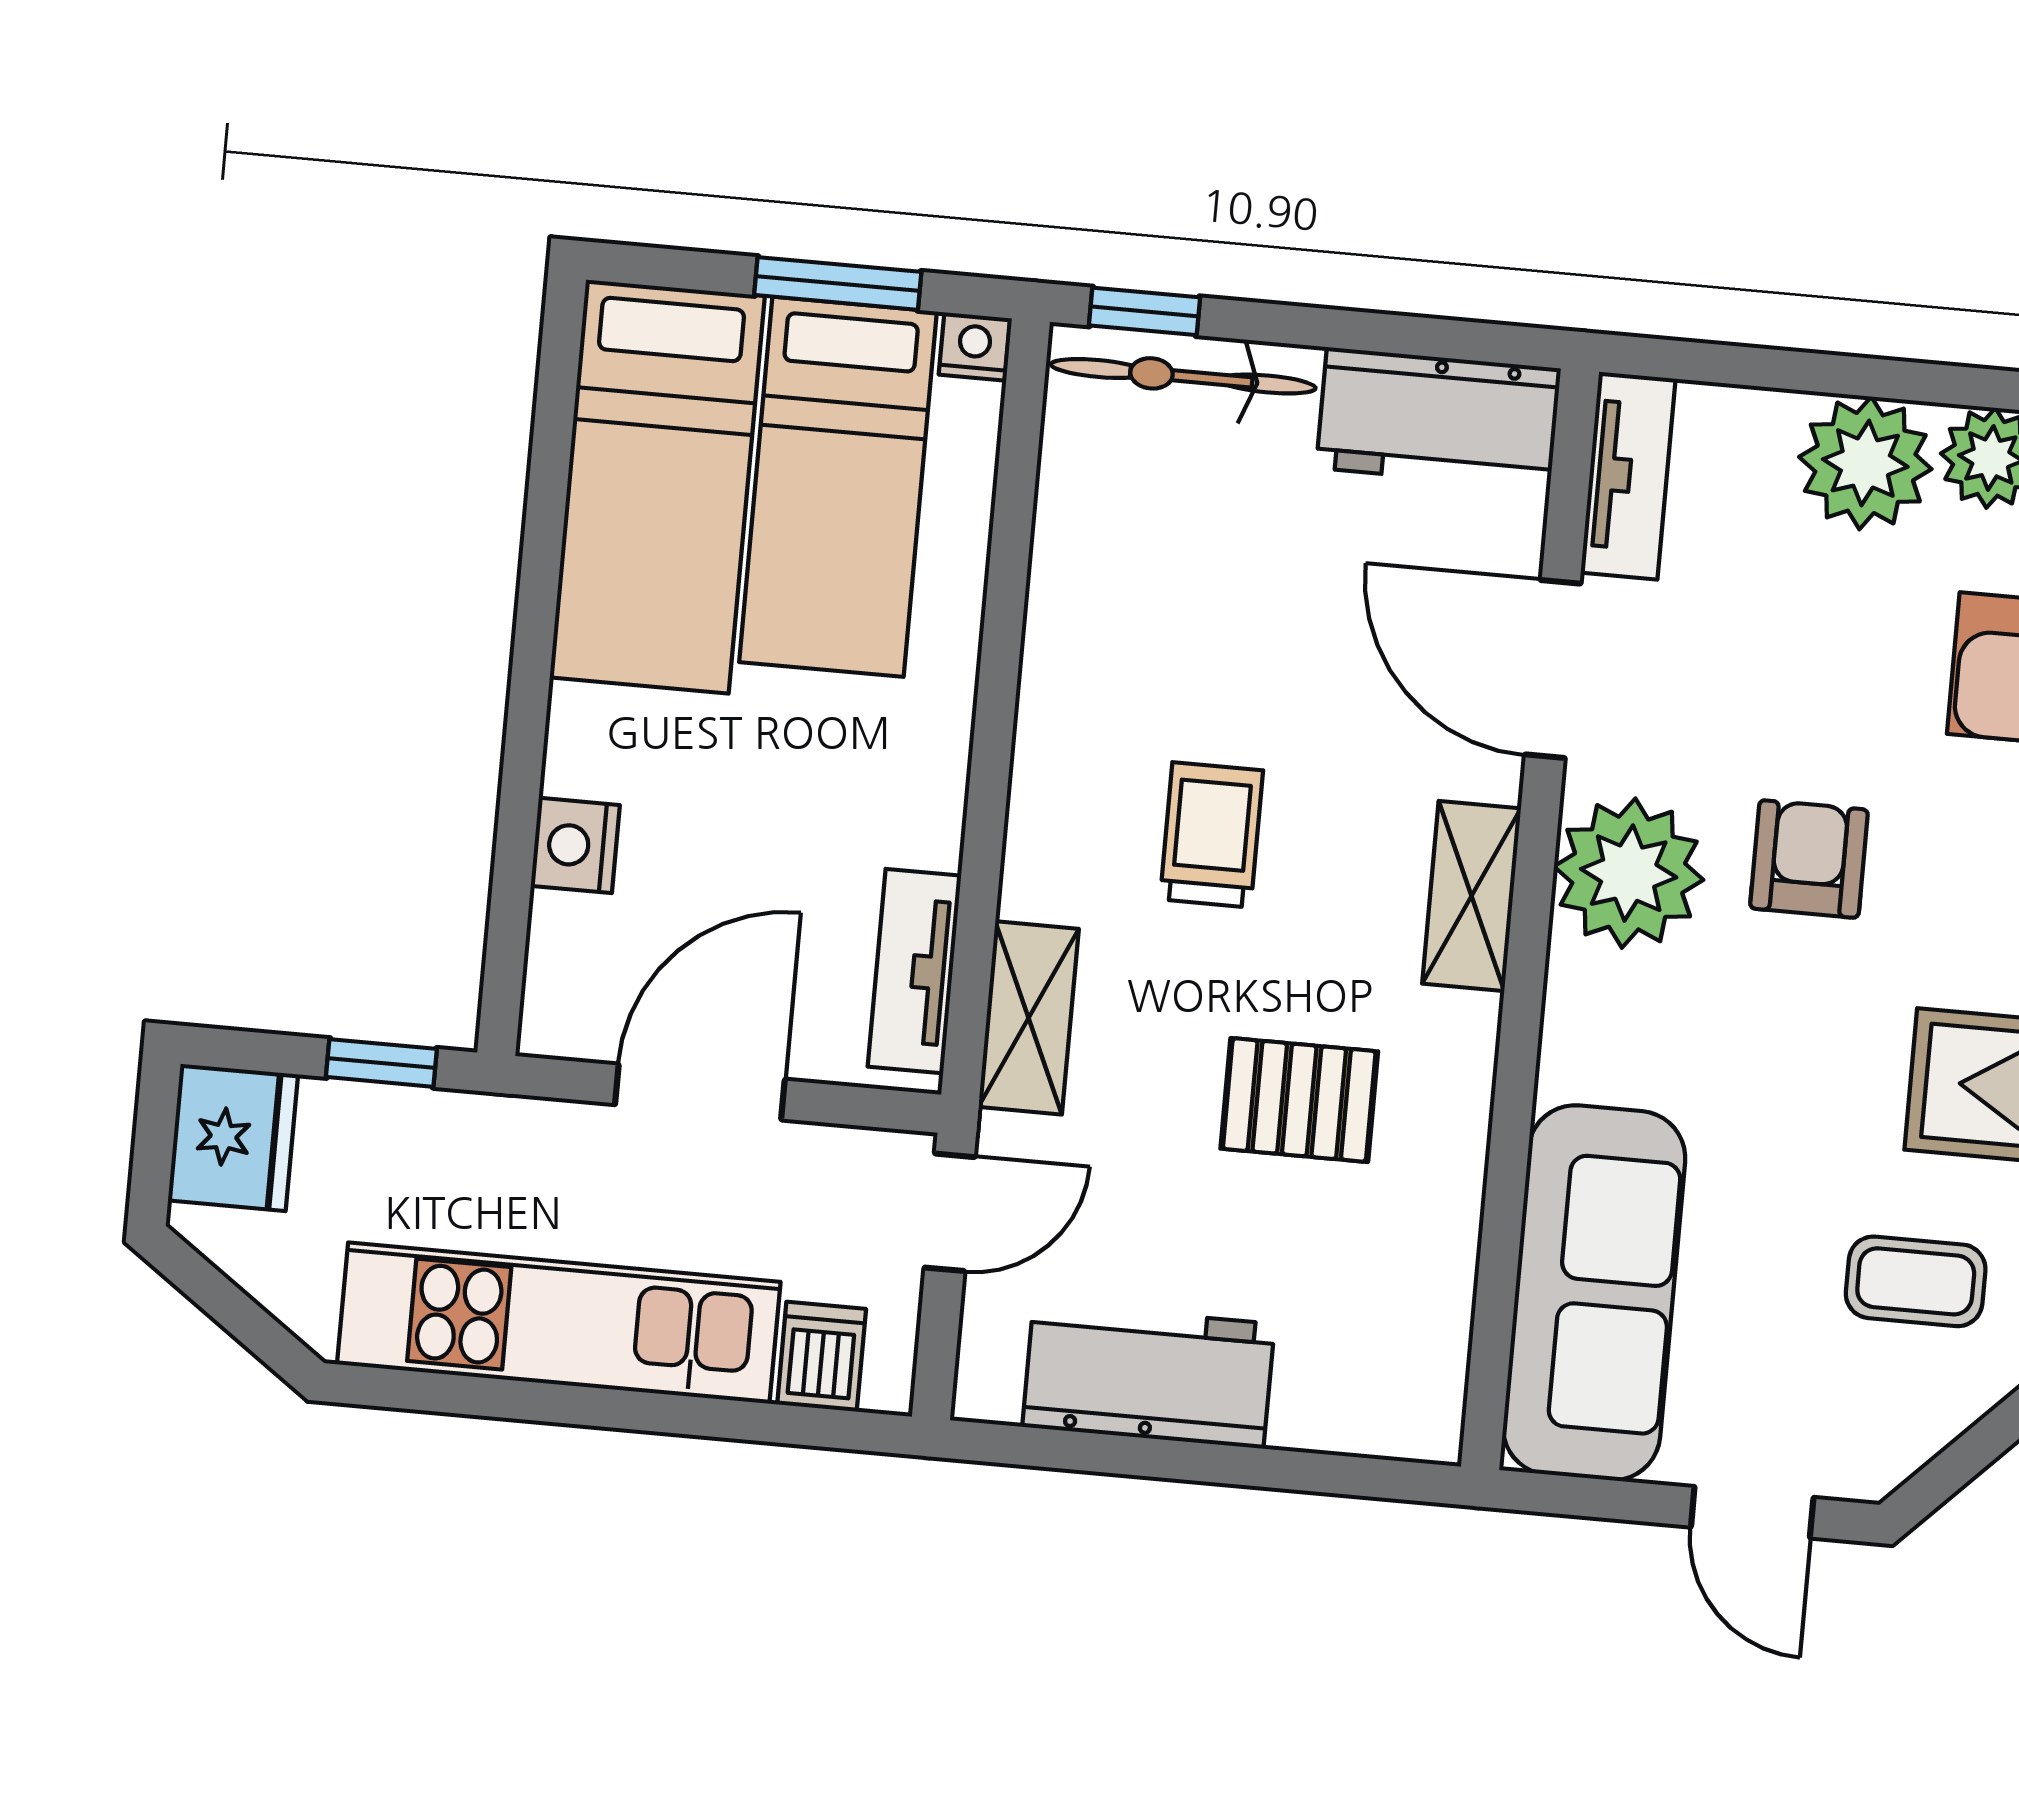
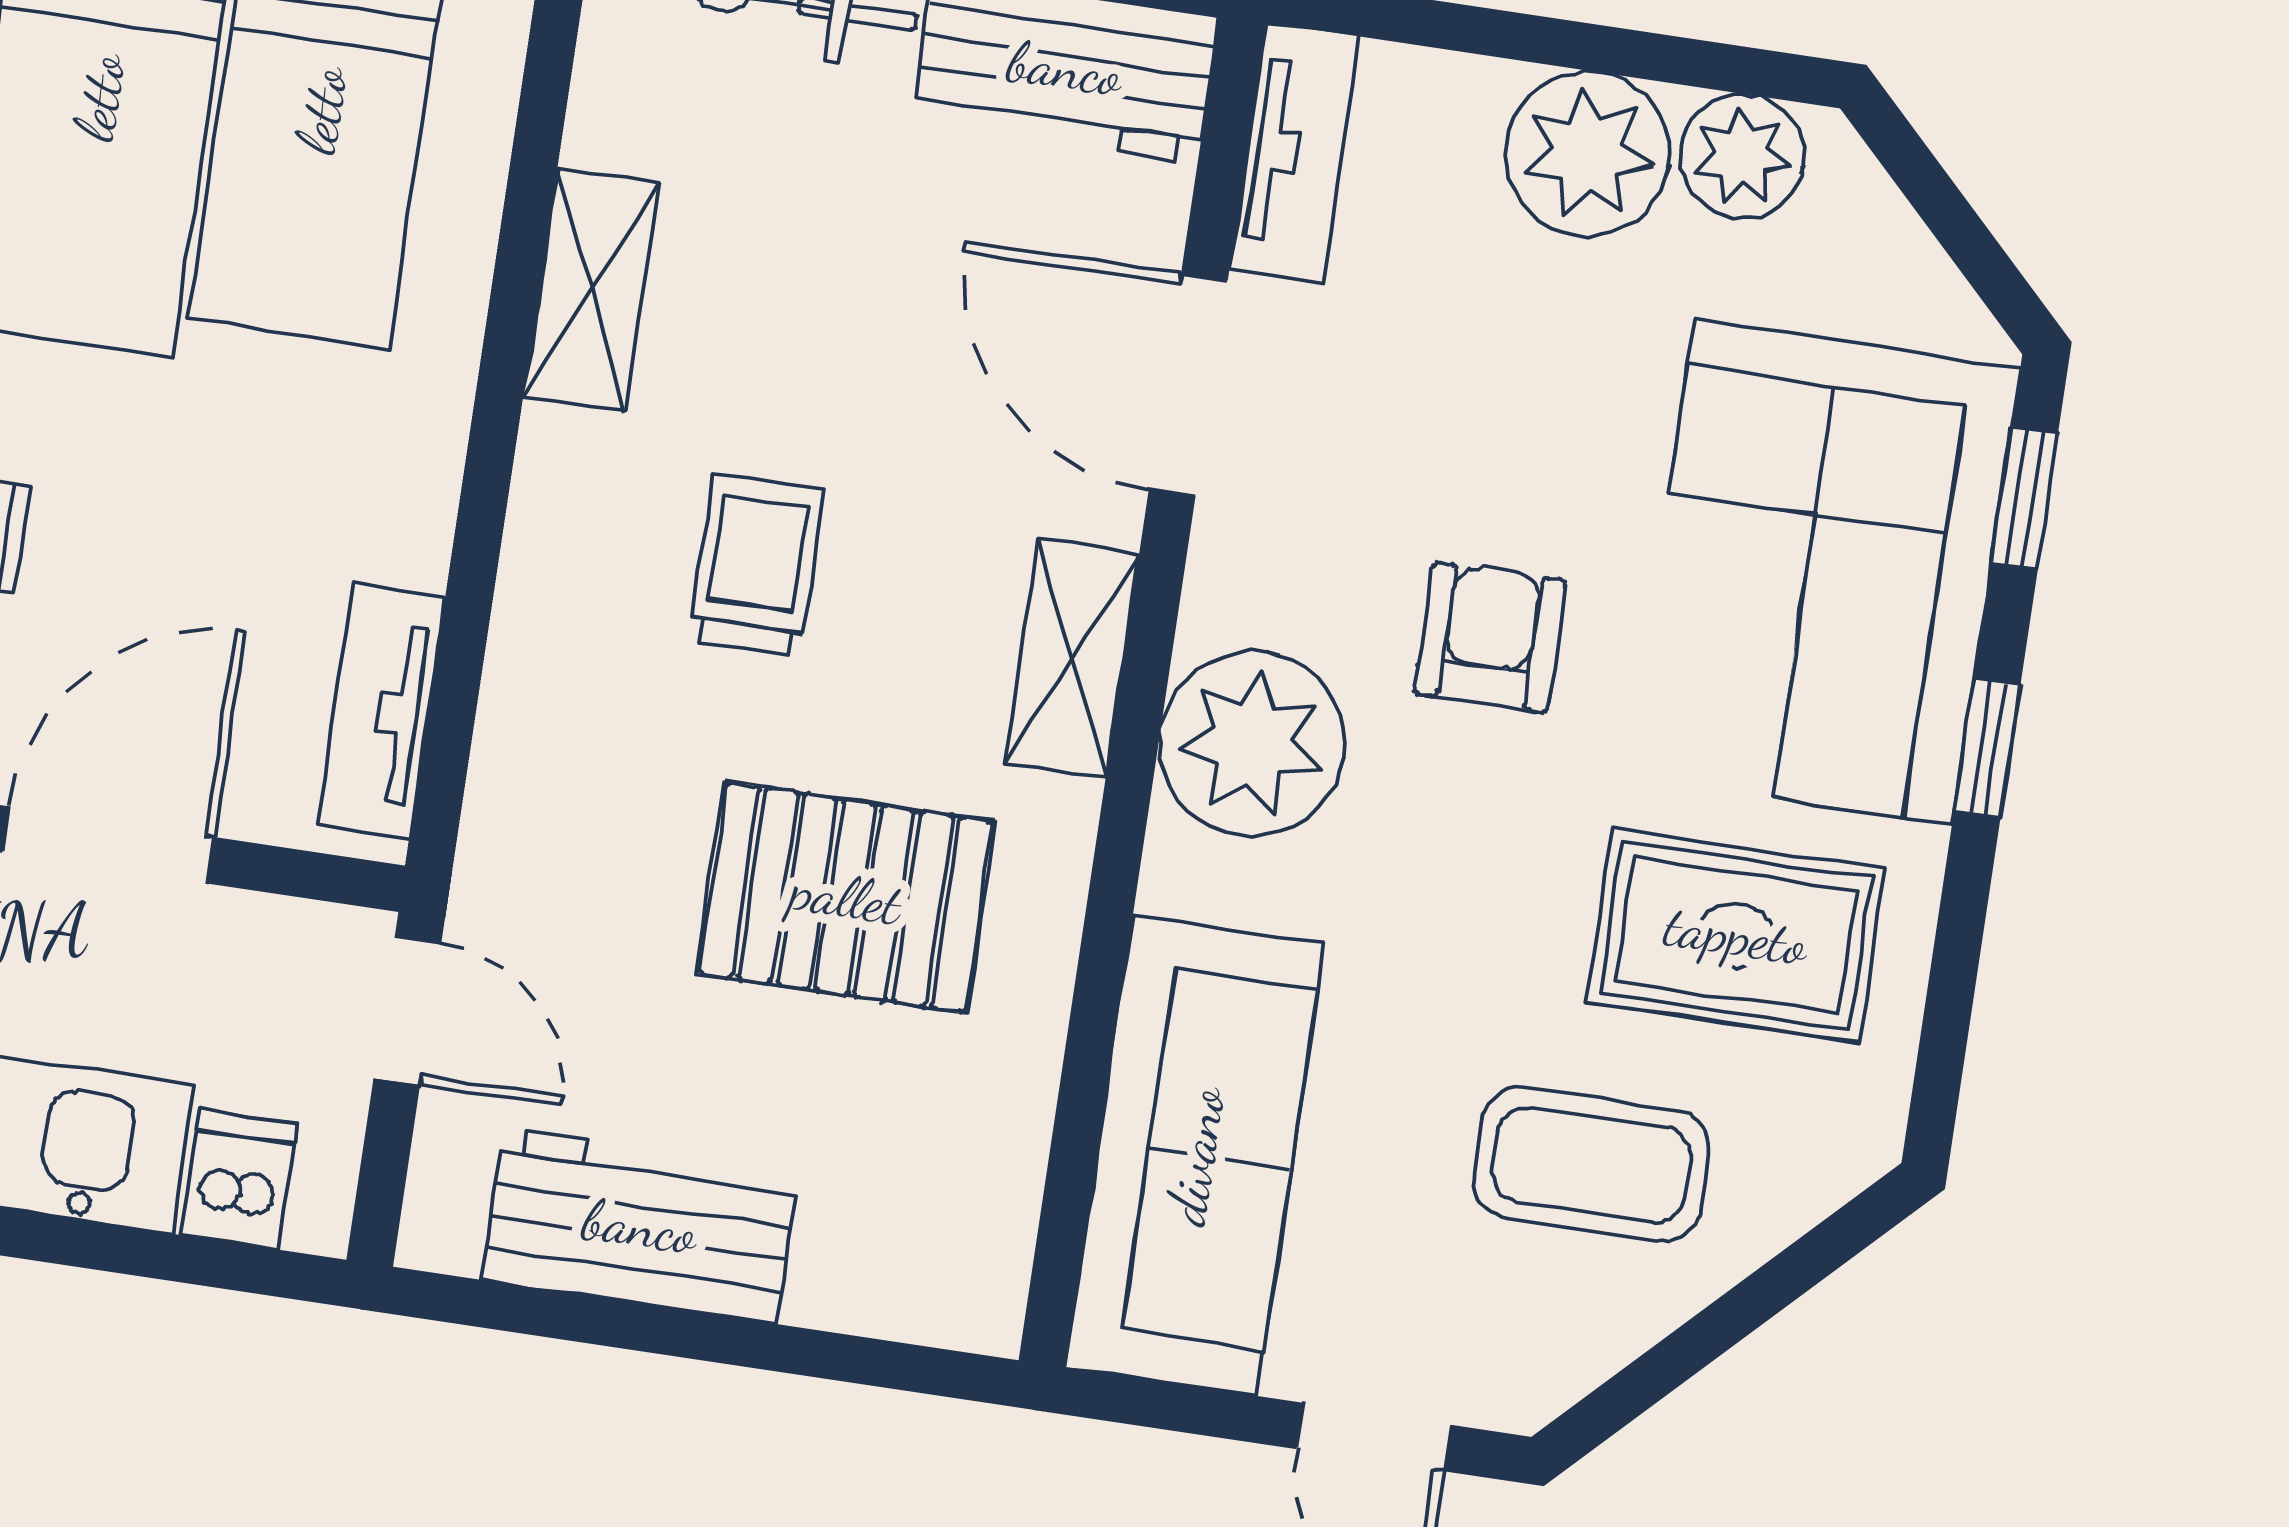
plant: (1629, 873) -> (1252, 744), moved
shelving: (1029, 1018) -> (591, 290), moved
pallet: (1299, 1100) -> (846, 897), width x1.50, depth x1.42
door: (950, 1212) -> (407, 1011), hinge flipped
coffee table: (1916, 1281) -> (1591, 1164), width x1.36, depth x1.30

